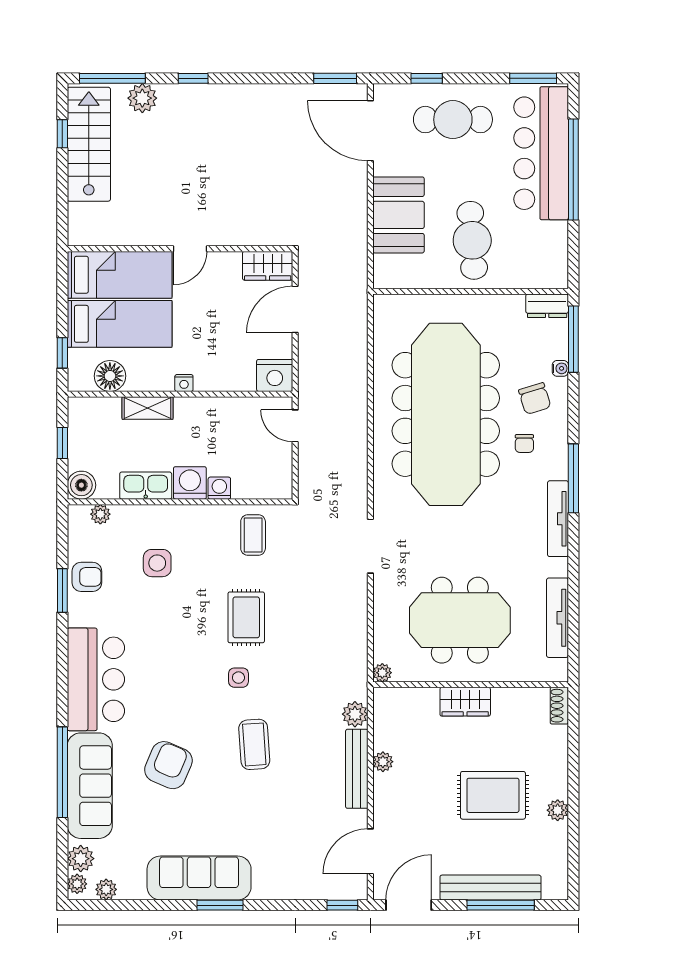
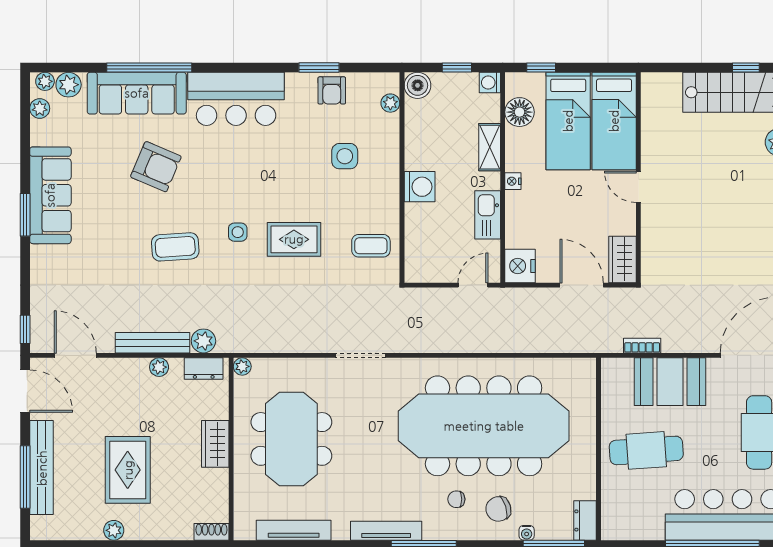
bookcase: (360, 245) -> (642, 346), added
kitchen sink: (146, 486) -> (488, 215), moved, turned 180
washing machine: (219, 488) -> (490, 83), moved, turned 180
dresser: (384, 714) -> (204, 369), added

